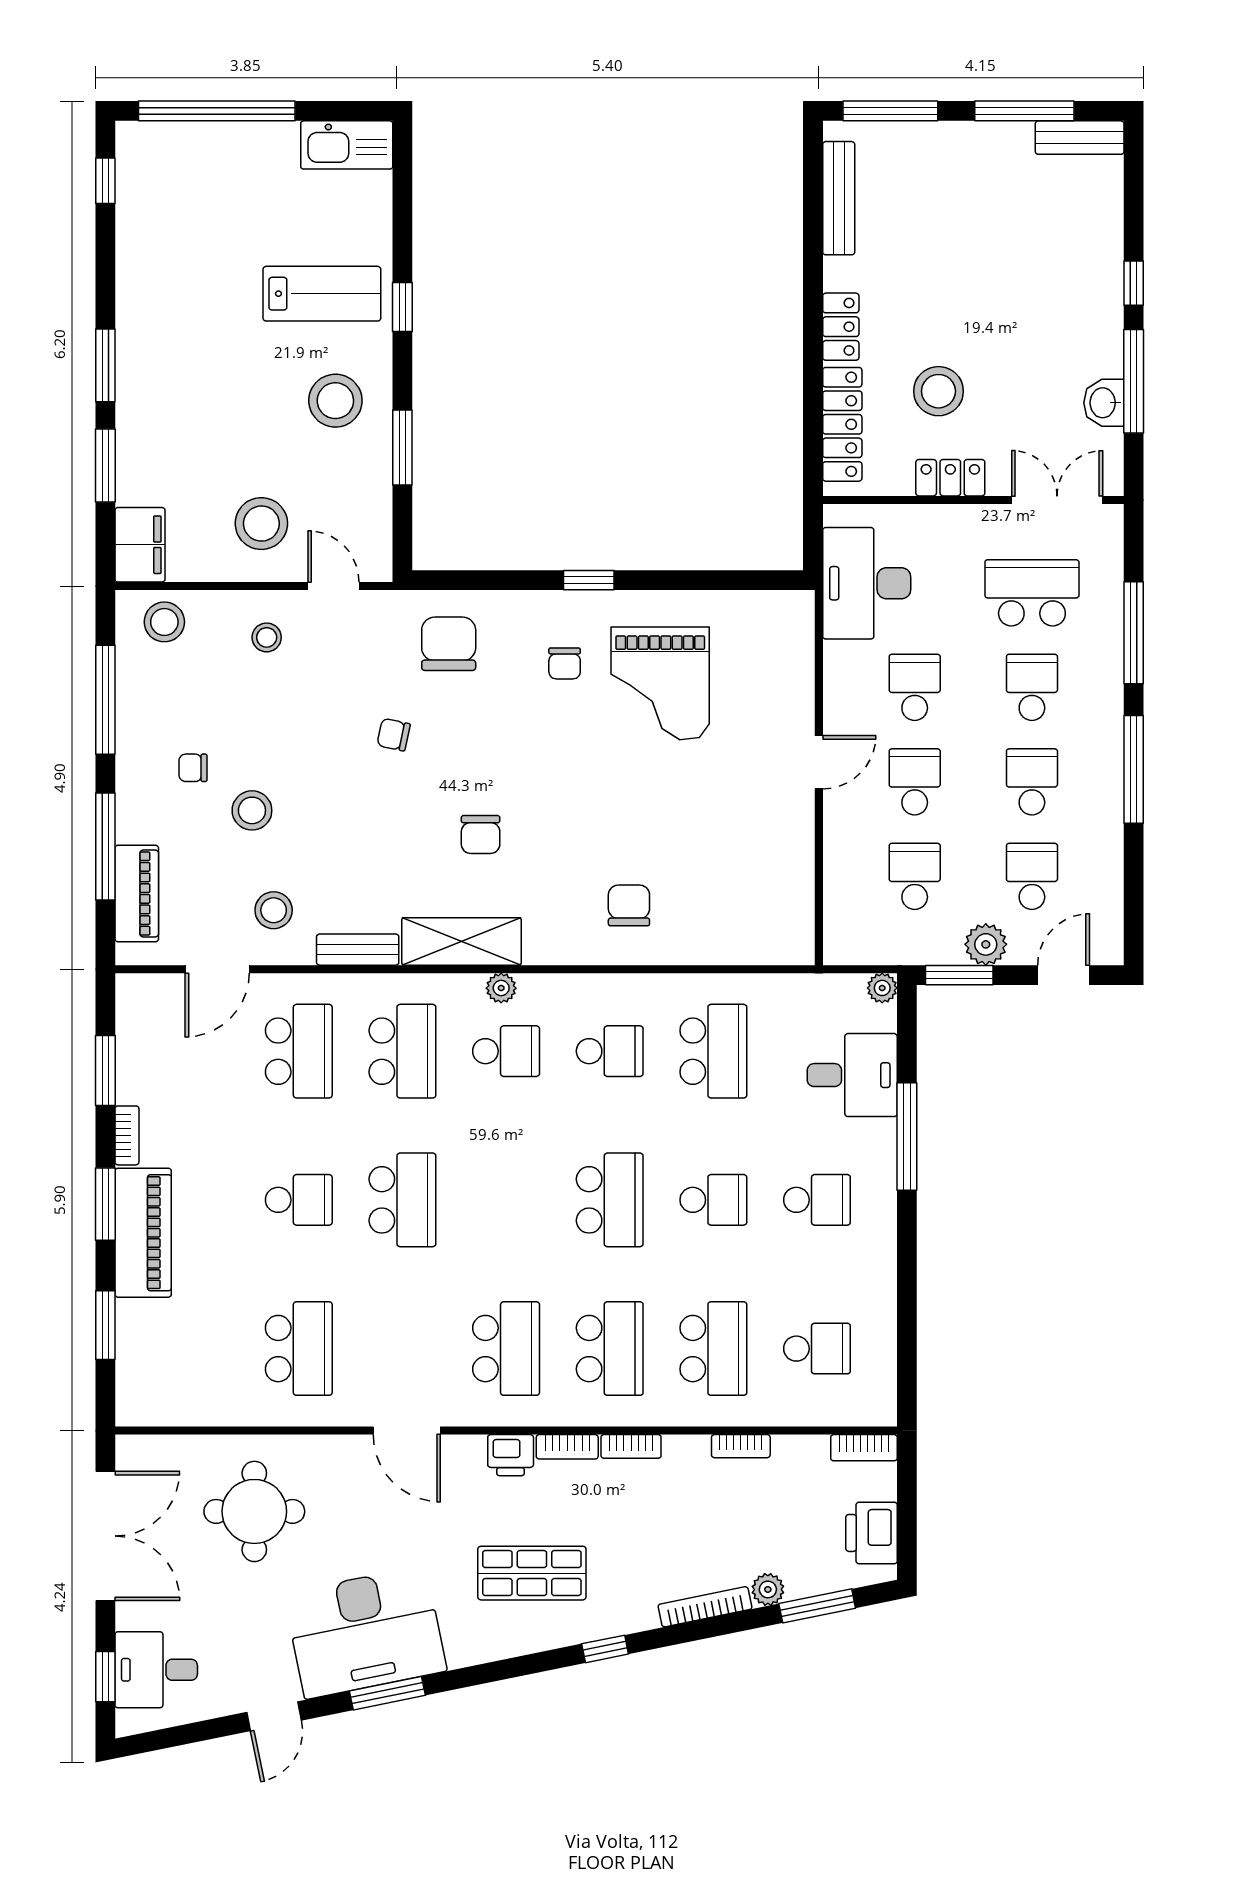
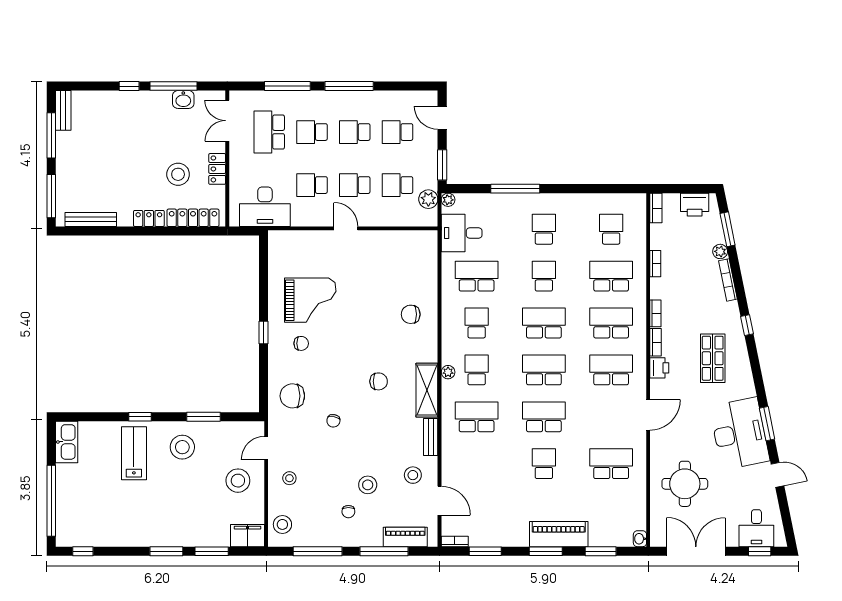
plant: (986, 944) -> (428, 199), moved
school desk: (299, 1051) -> (544, 370), moved
desk: (852, 1075) -> (462, 233), moved, turned -90
bookcase: (127, 1135) -> (455, 541), moved
washbasin: (133, 1412) -> (640, 539), added

